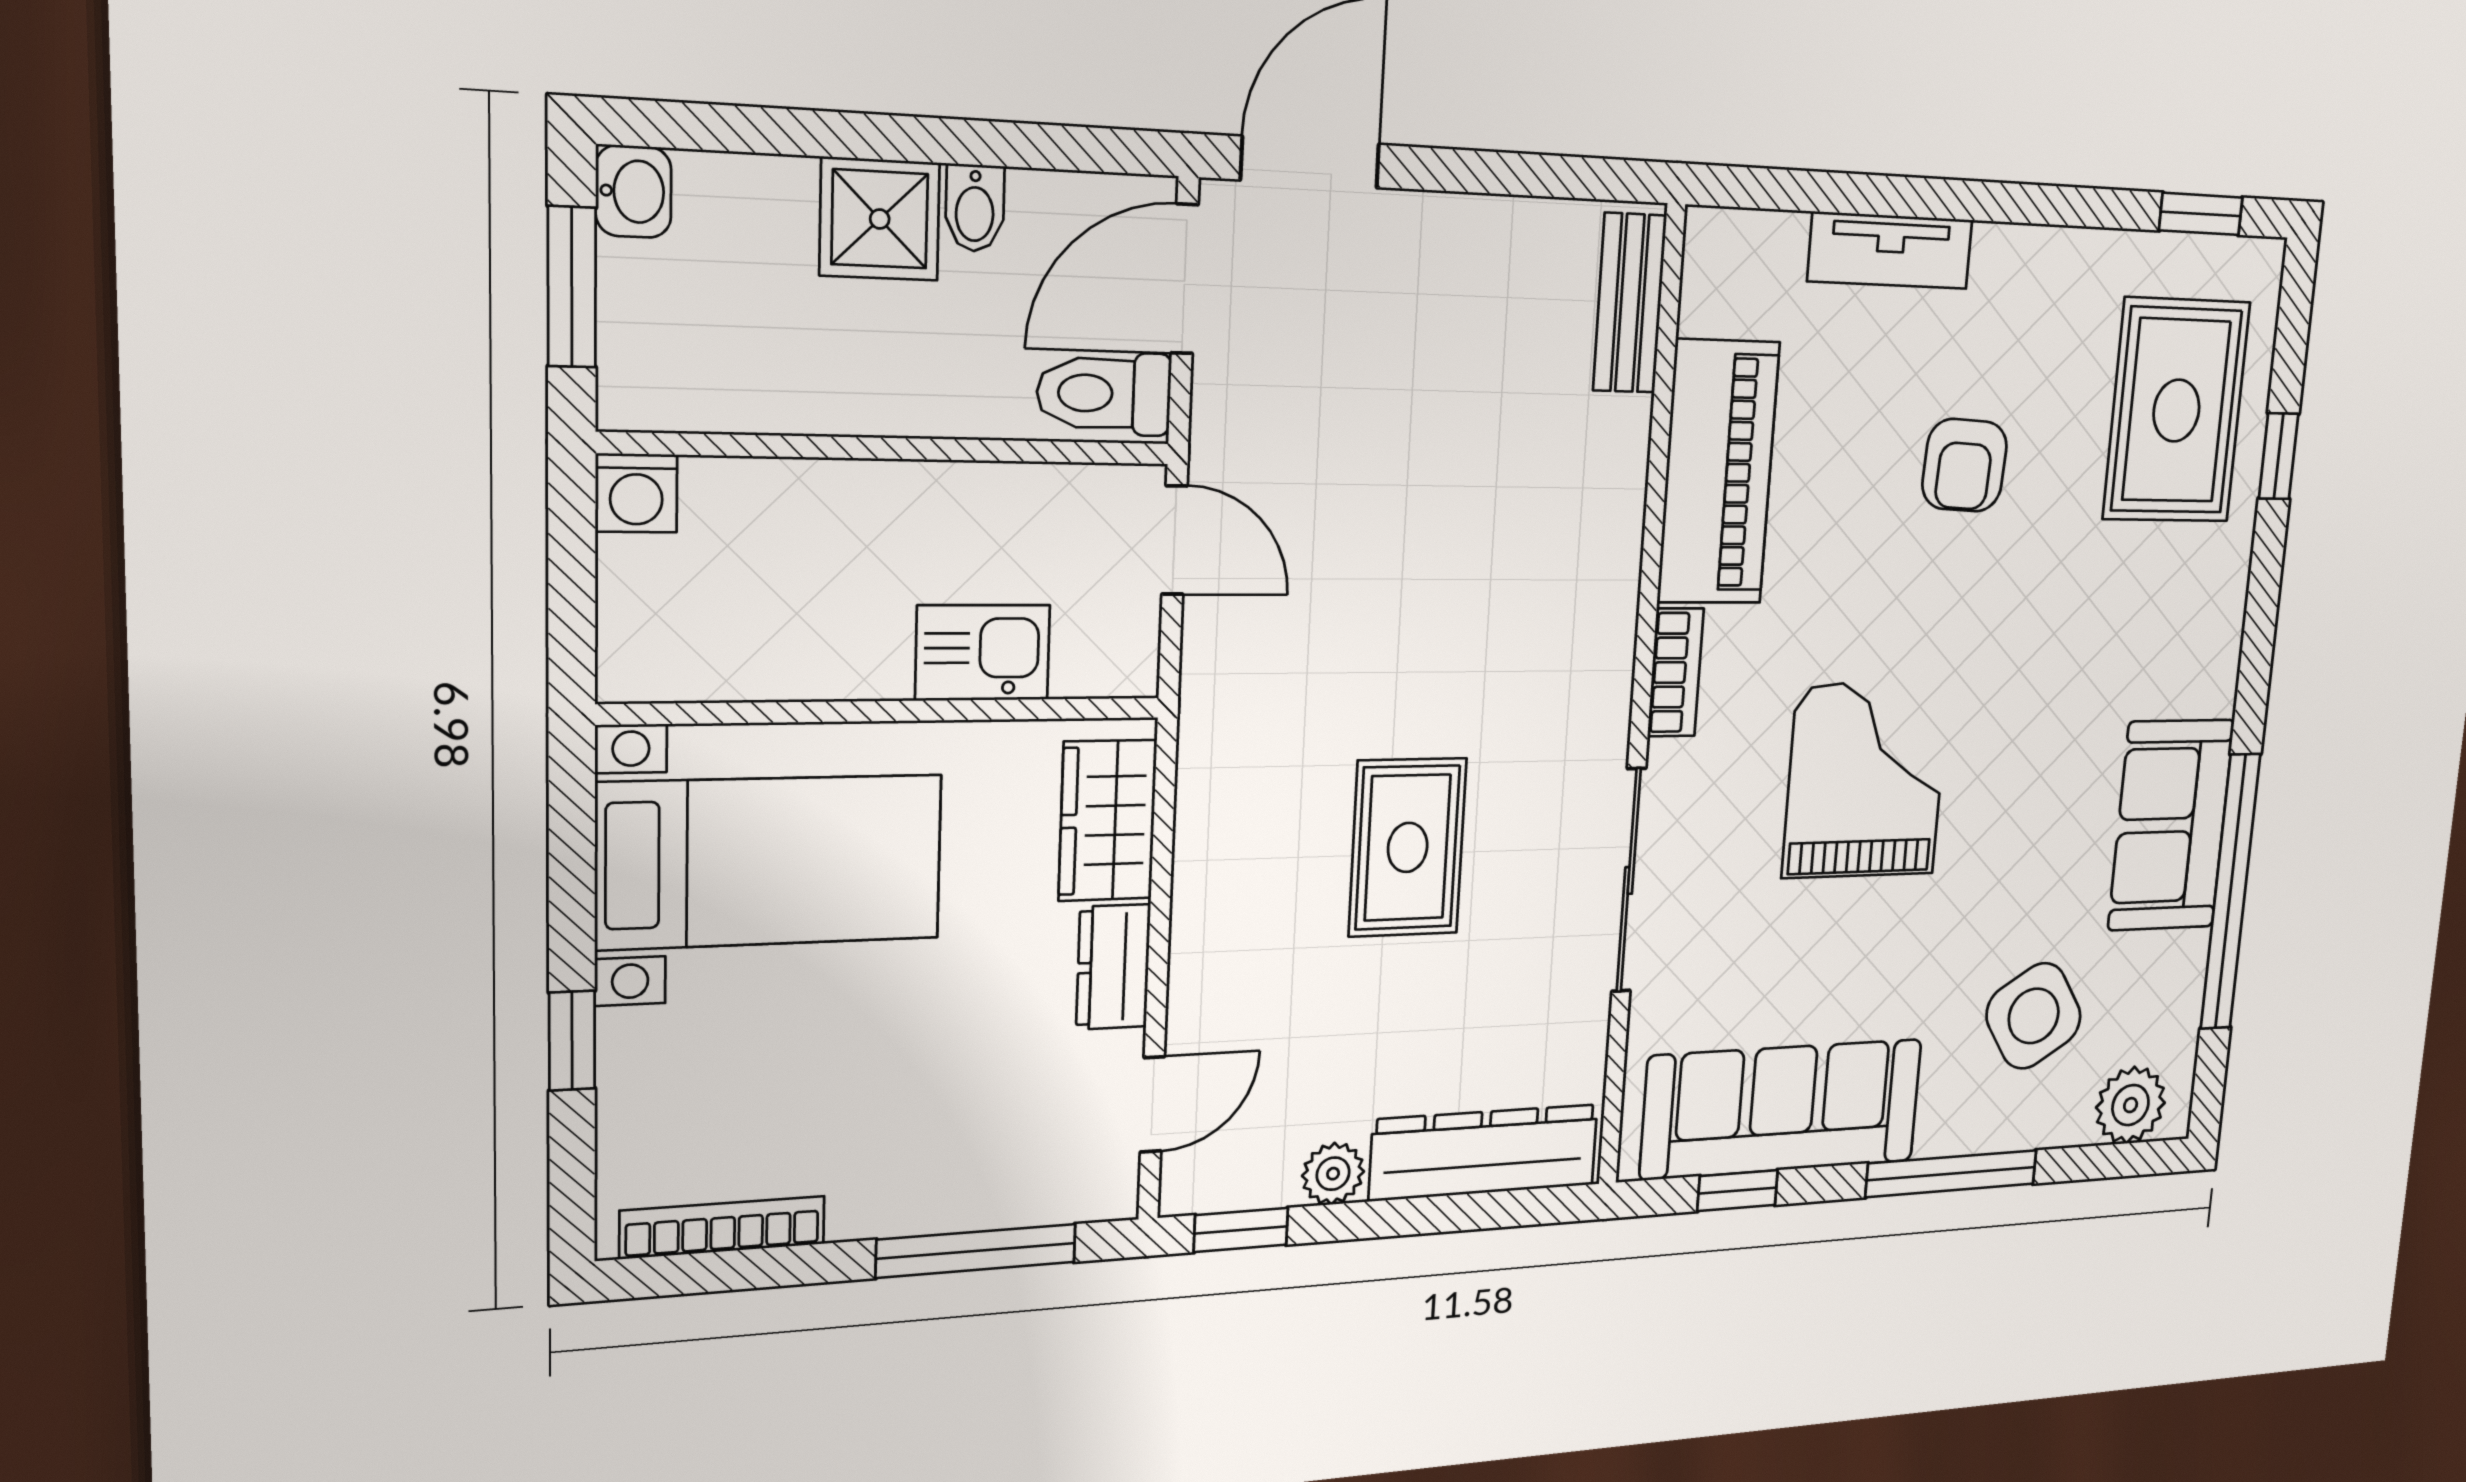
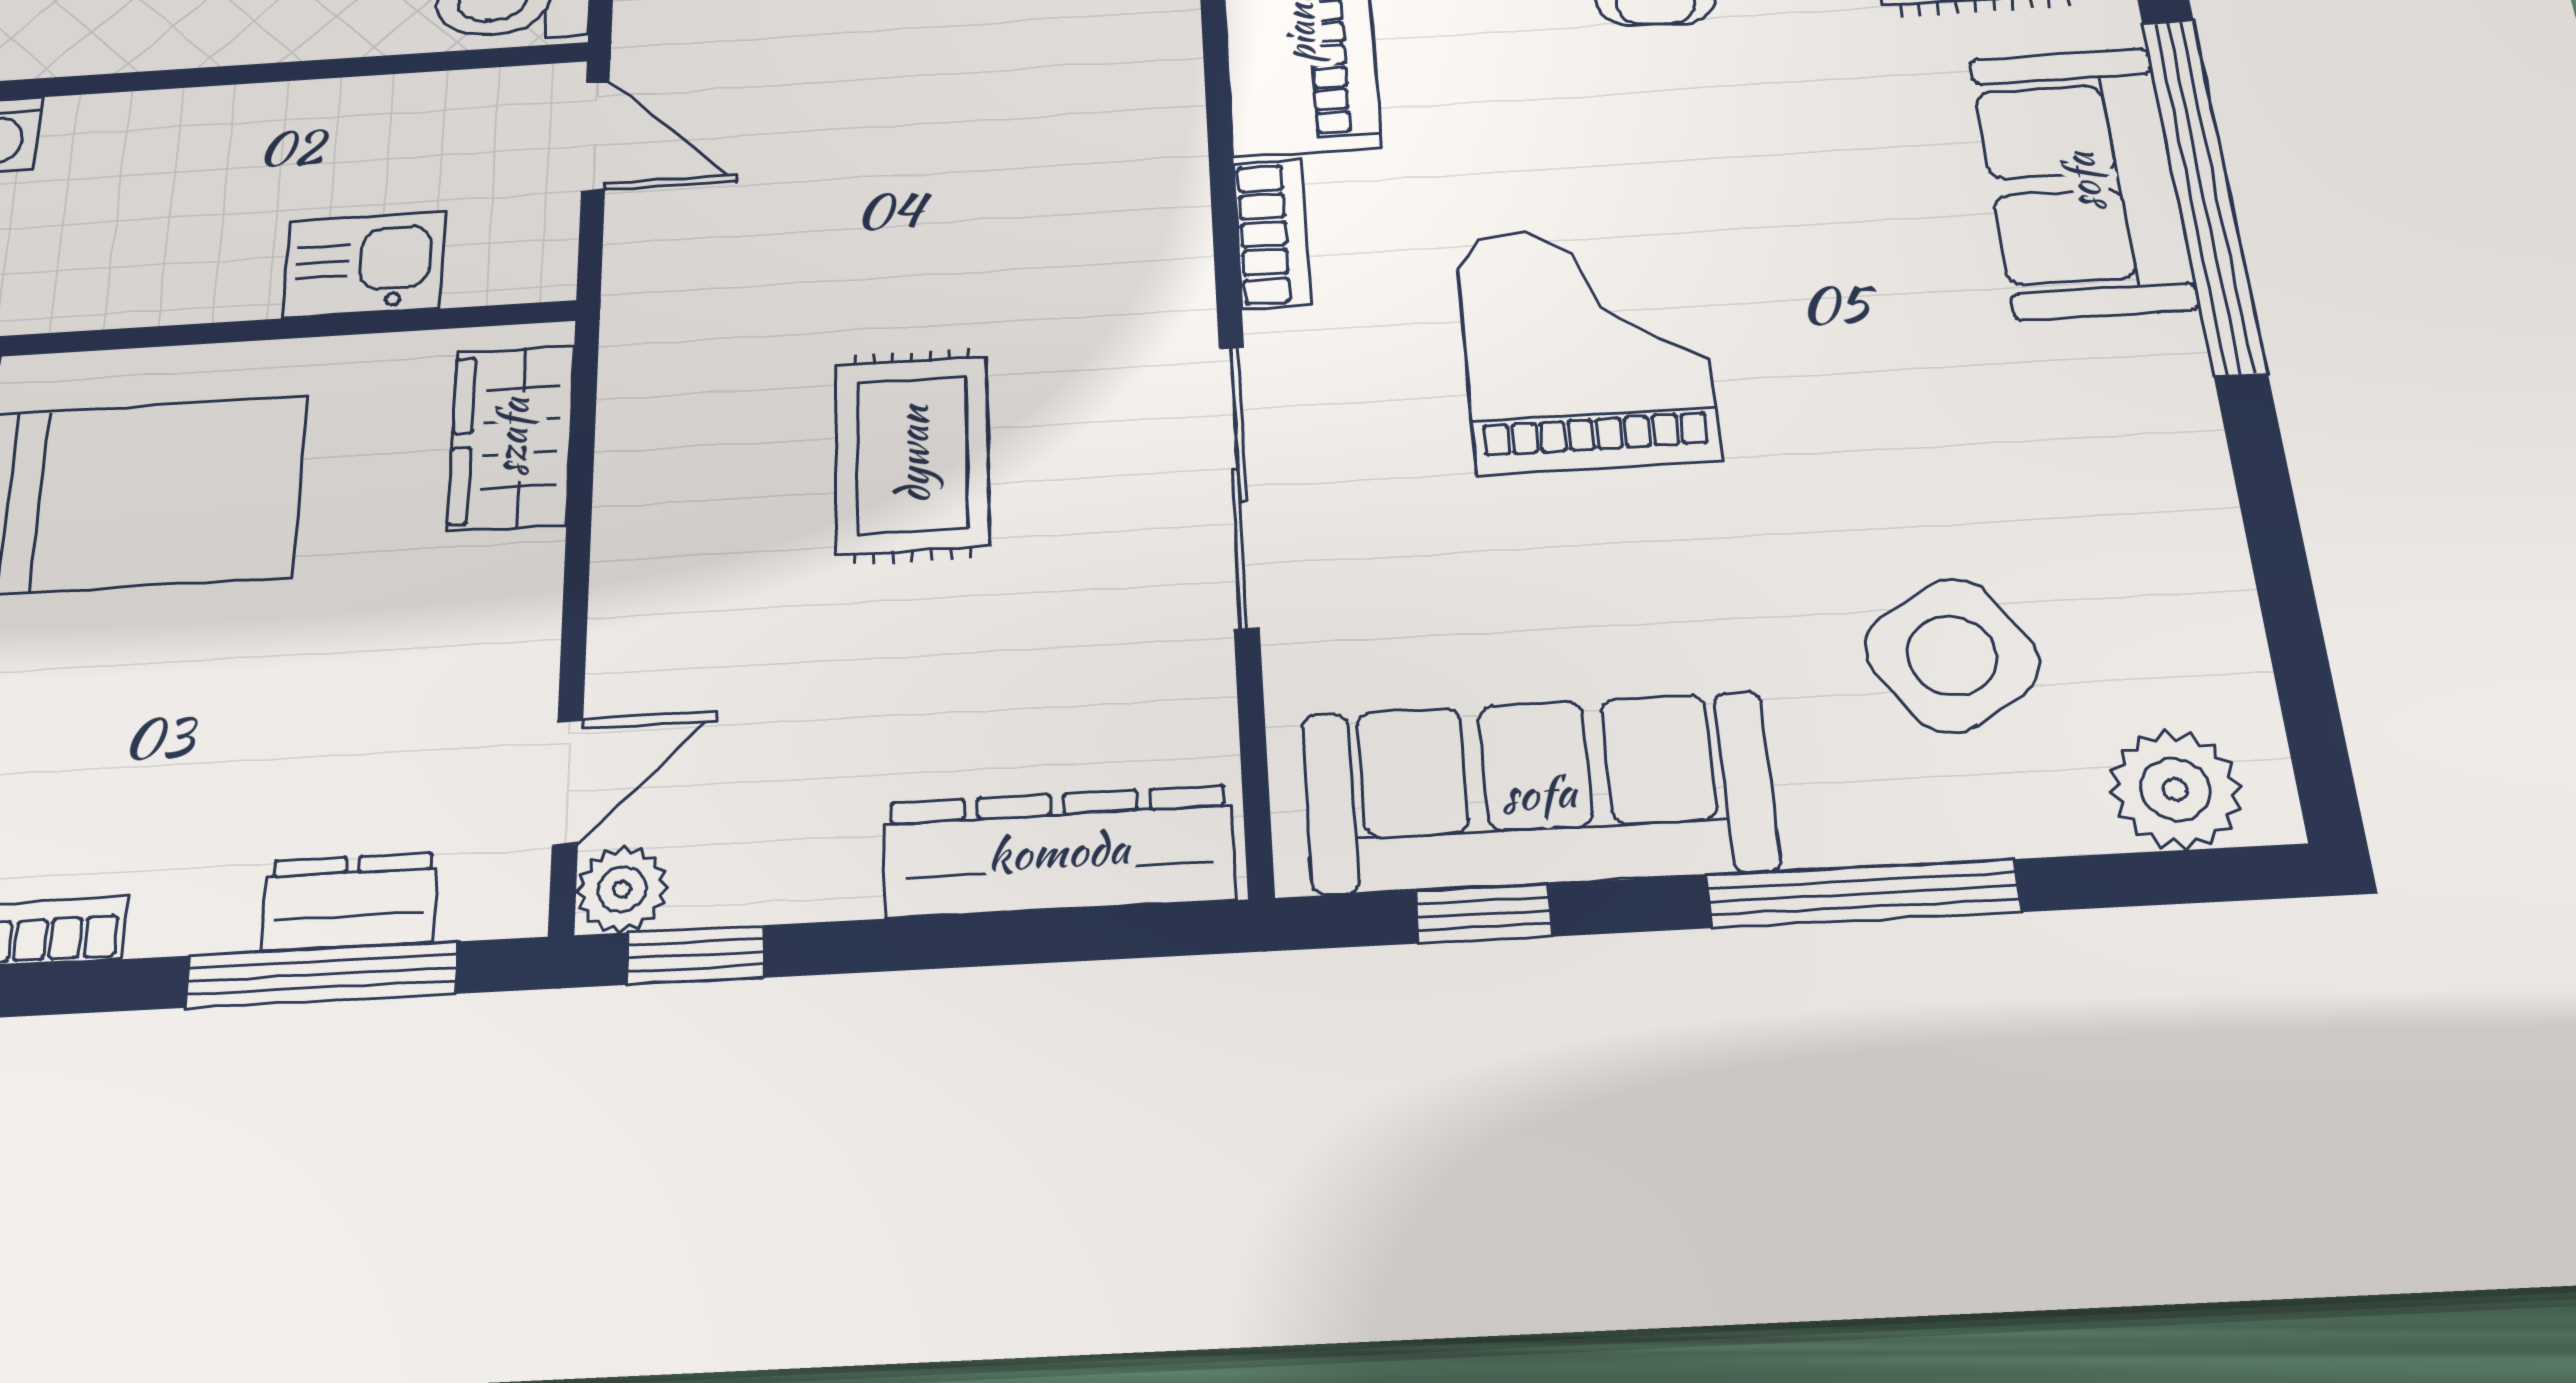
sofa: (2171, 825) -> (2082, 182), moved
window: (2230, 892) -> (2203, 194), moved
dresser: (1113, 967) -> (350, 902), moved, turned 90
plant: (1333, 1174) -> (622, 889), moved

